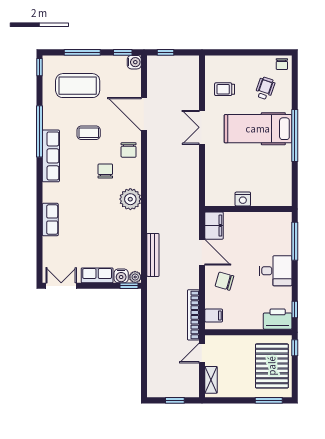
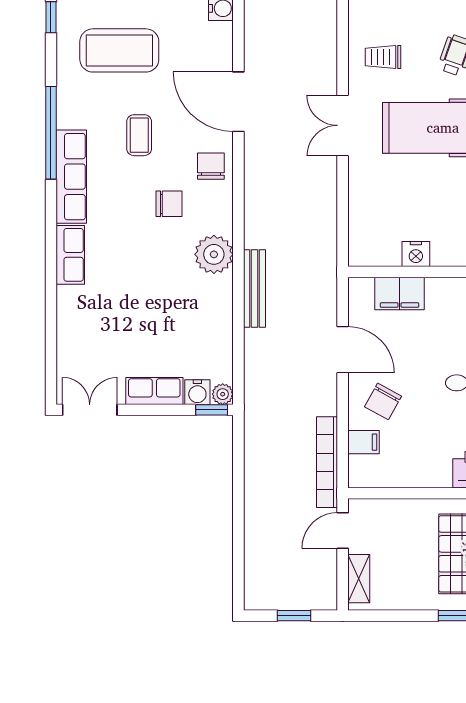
coffee table: (89, 133) -> (139, 135), turned 90
chair: (129, 150) -> (211, 166), turned 180
chair: (105, 171) -> (169, 204), turned 90
row of seats: (50, 220) -> (70, 255), moved
filing cabinet: (214, 226) -> (400, 294), moved, turned 90
bench: (153, 255) -> (255, 289), moved
chair: (224, 281) -> (383, 401), turned -77
filing cabinet: (214, 316) -> (364, 442), moved

